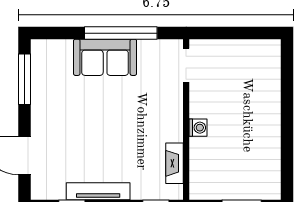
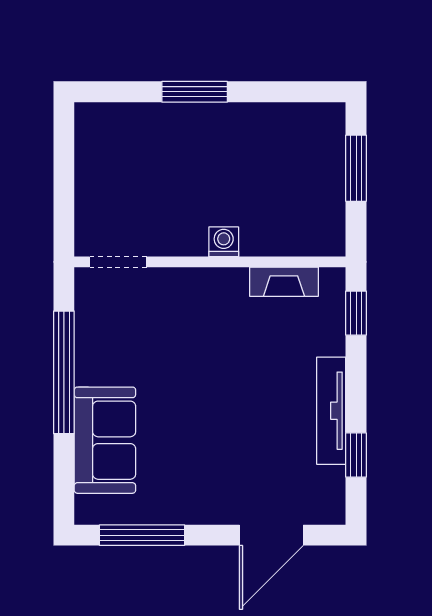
sofa: (105, 57) -> (105, 440), moved
window: (287, 110) -> (195, 92), added

